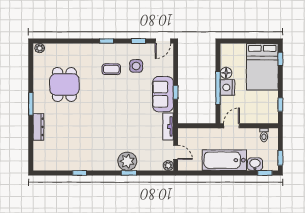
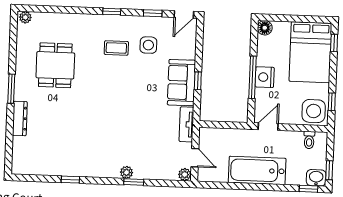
floor lamp: (226, 73) -> (265, 28), moved
side table: (266, 112) -> (314, 111), added
plant: (127, 161) -> (127, 172), width x0.53, depth x0.53
washbasin: (255, 164) -> (316, 178), moved

